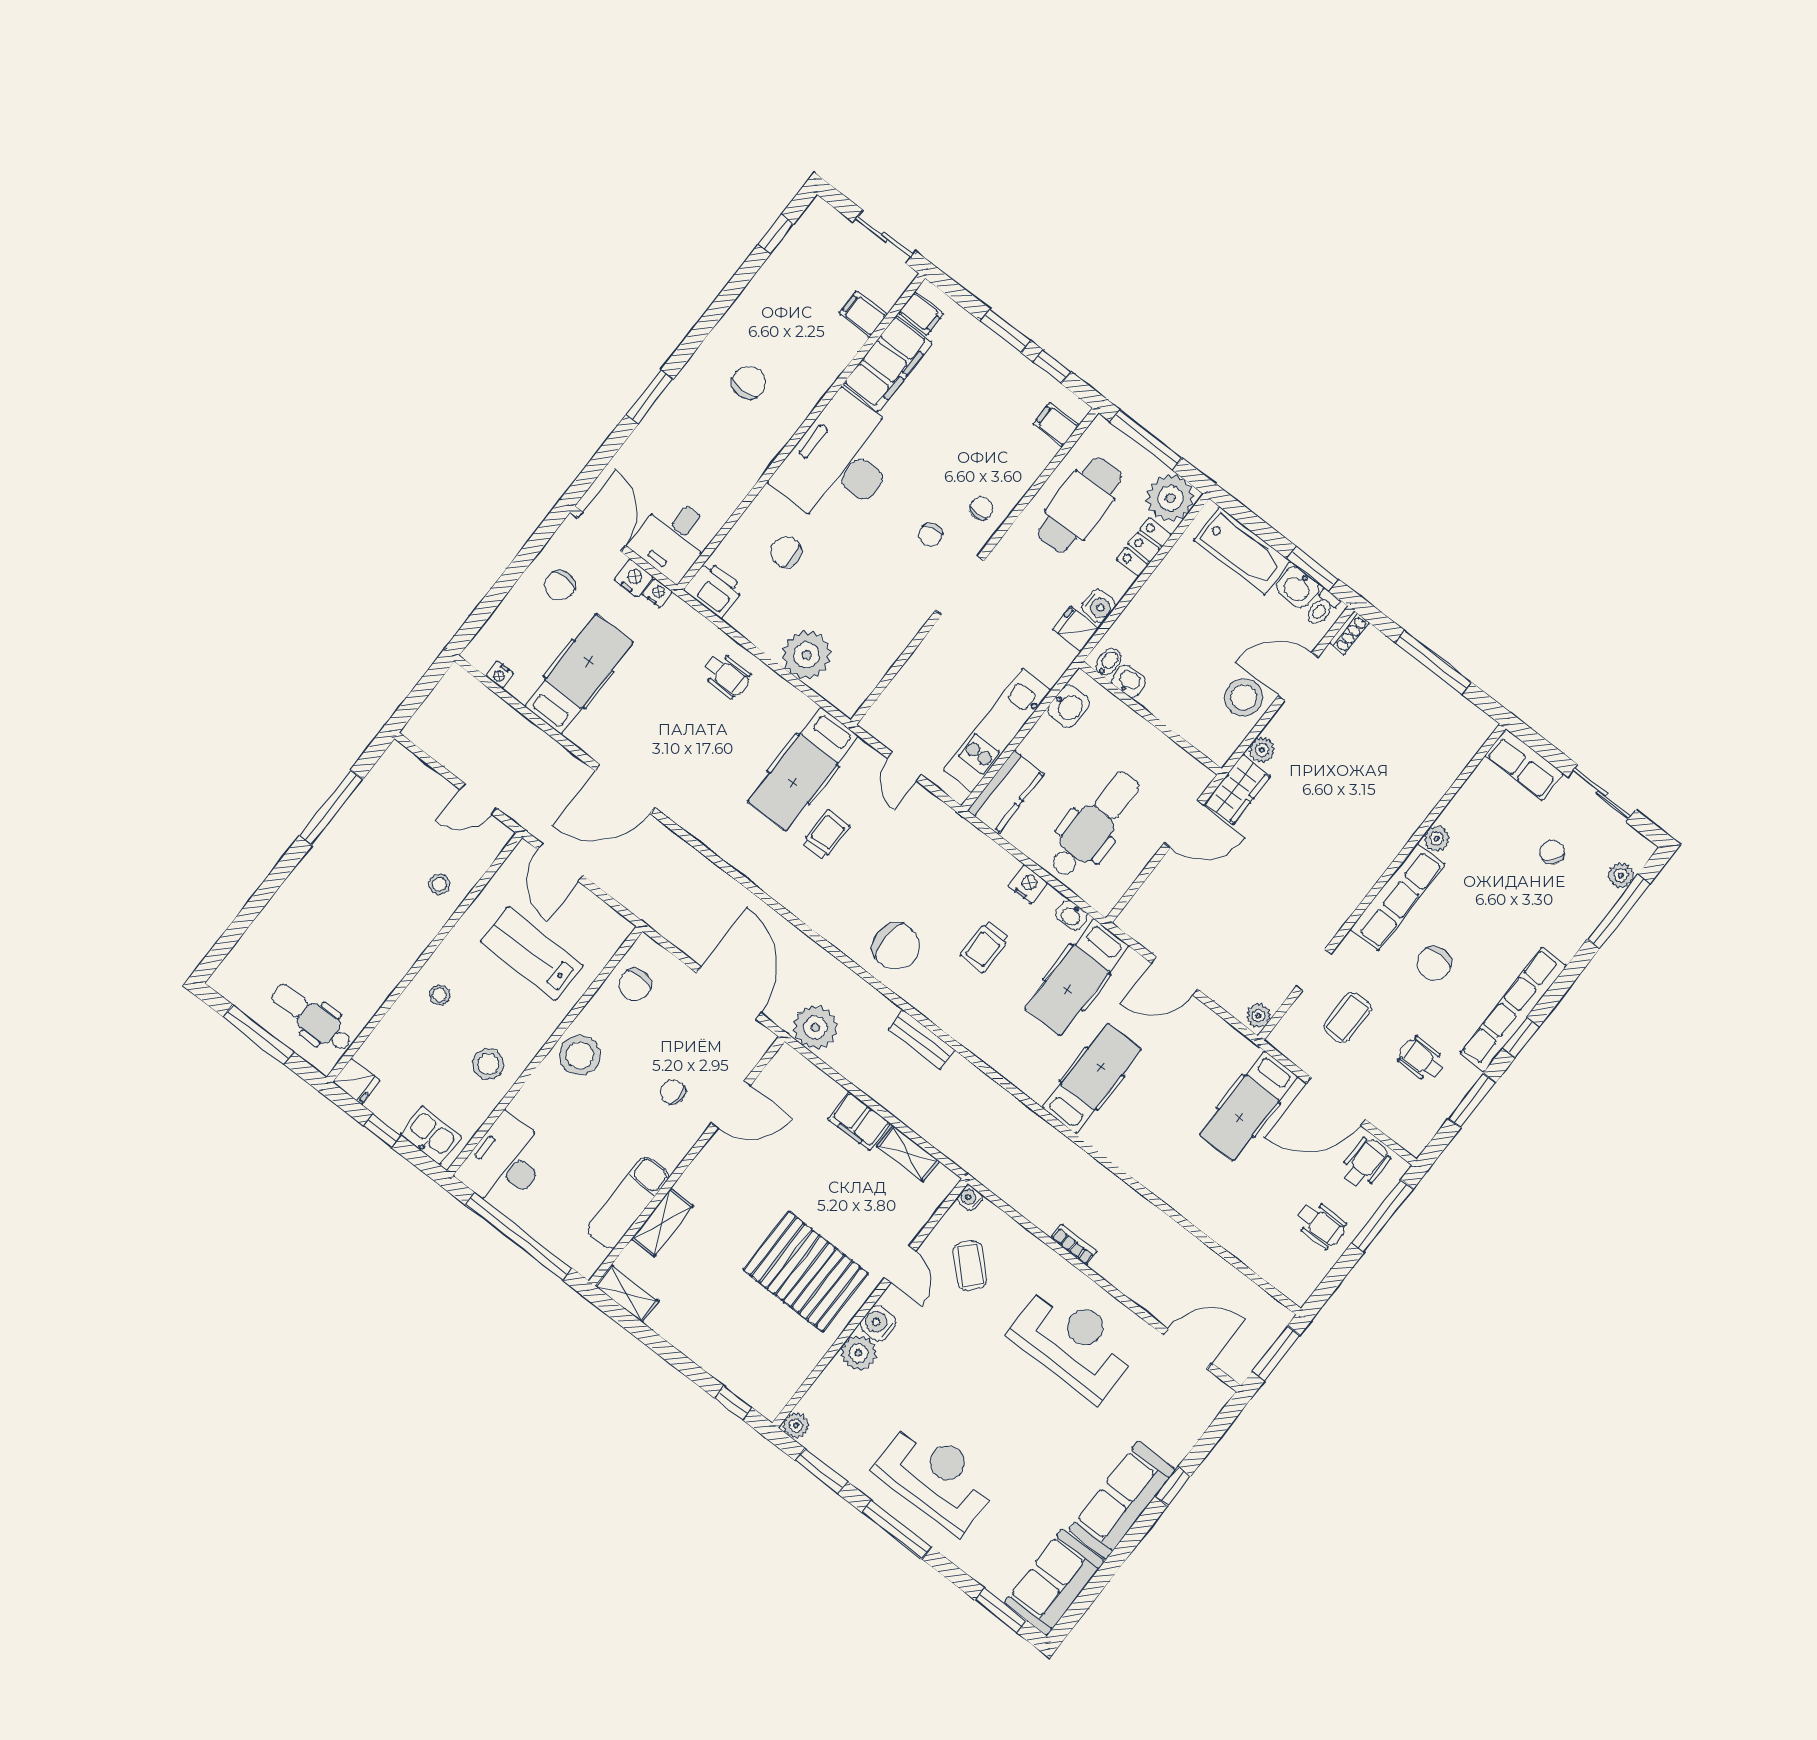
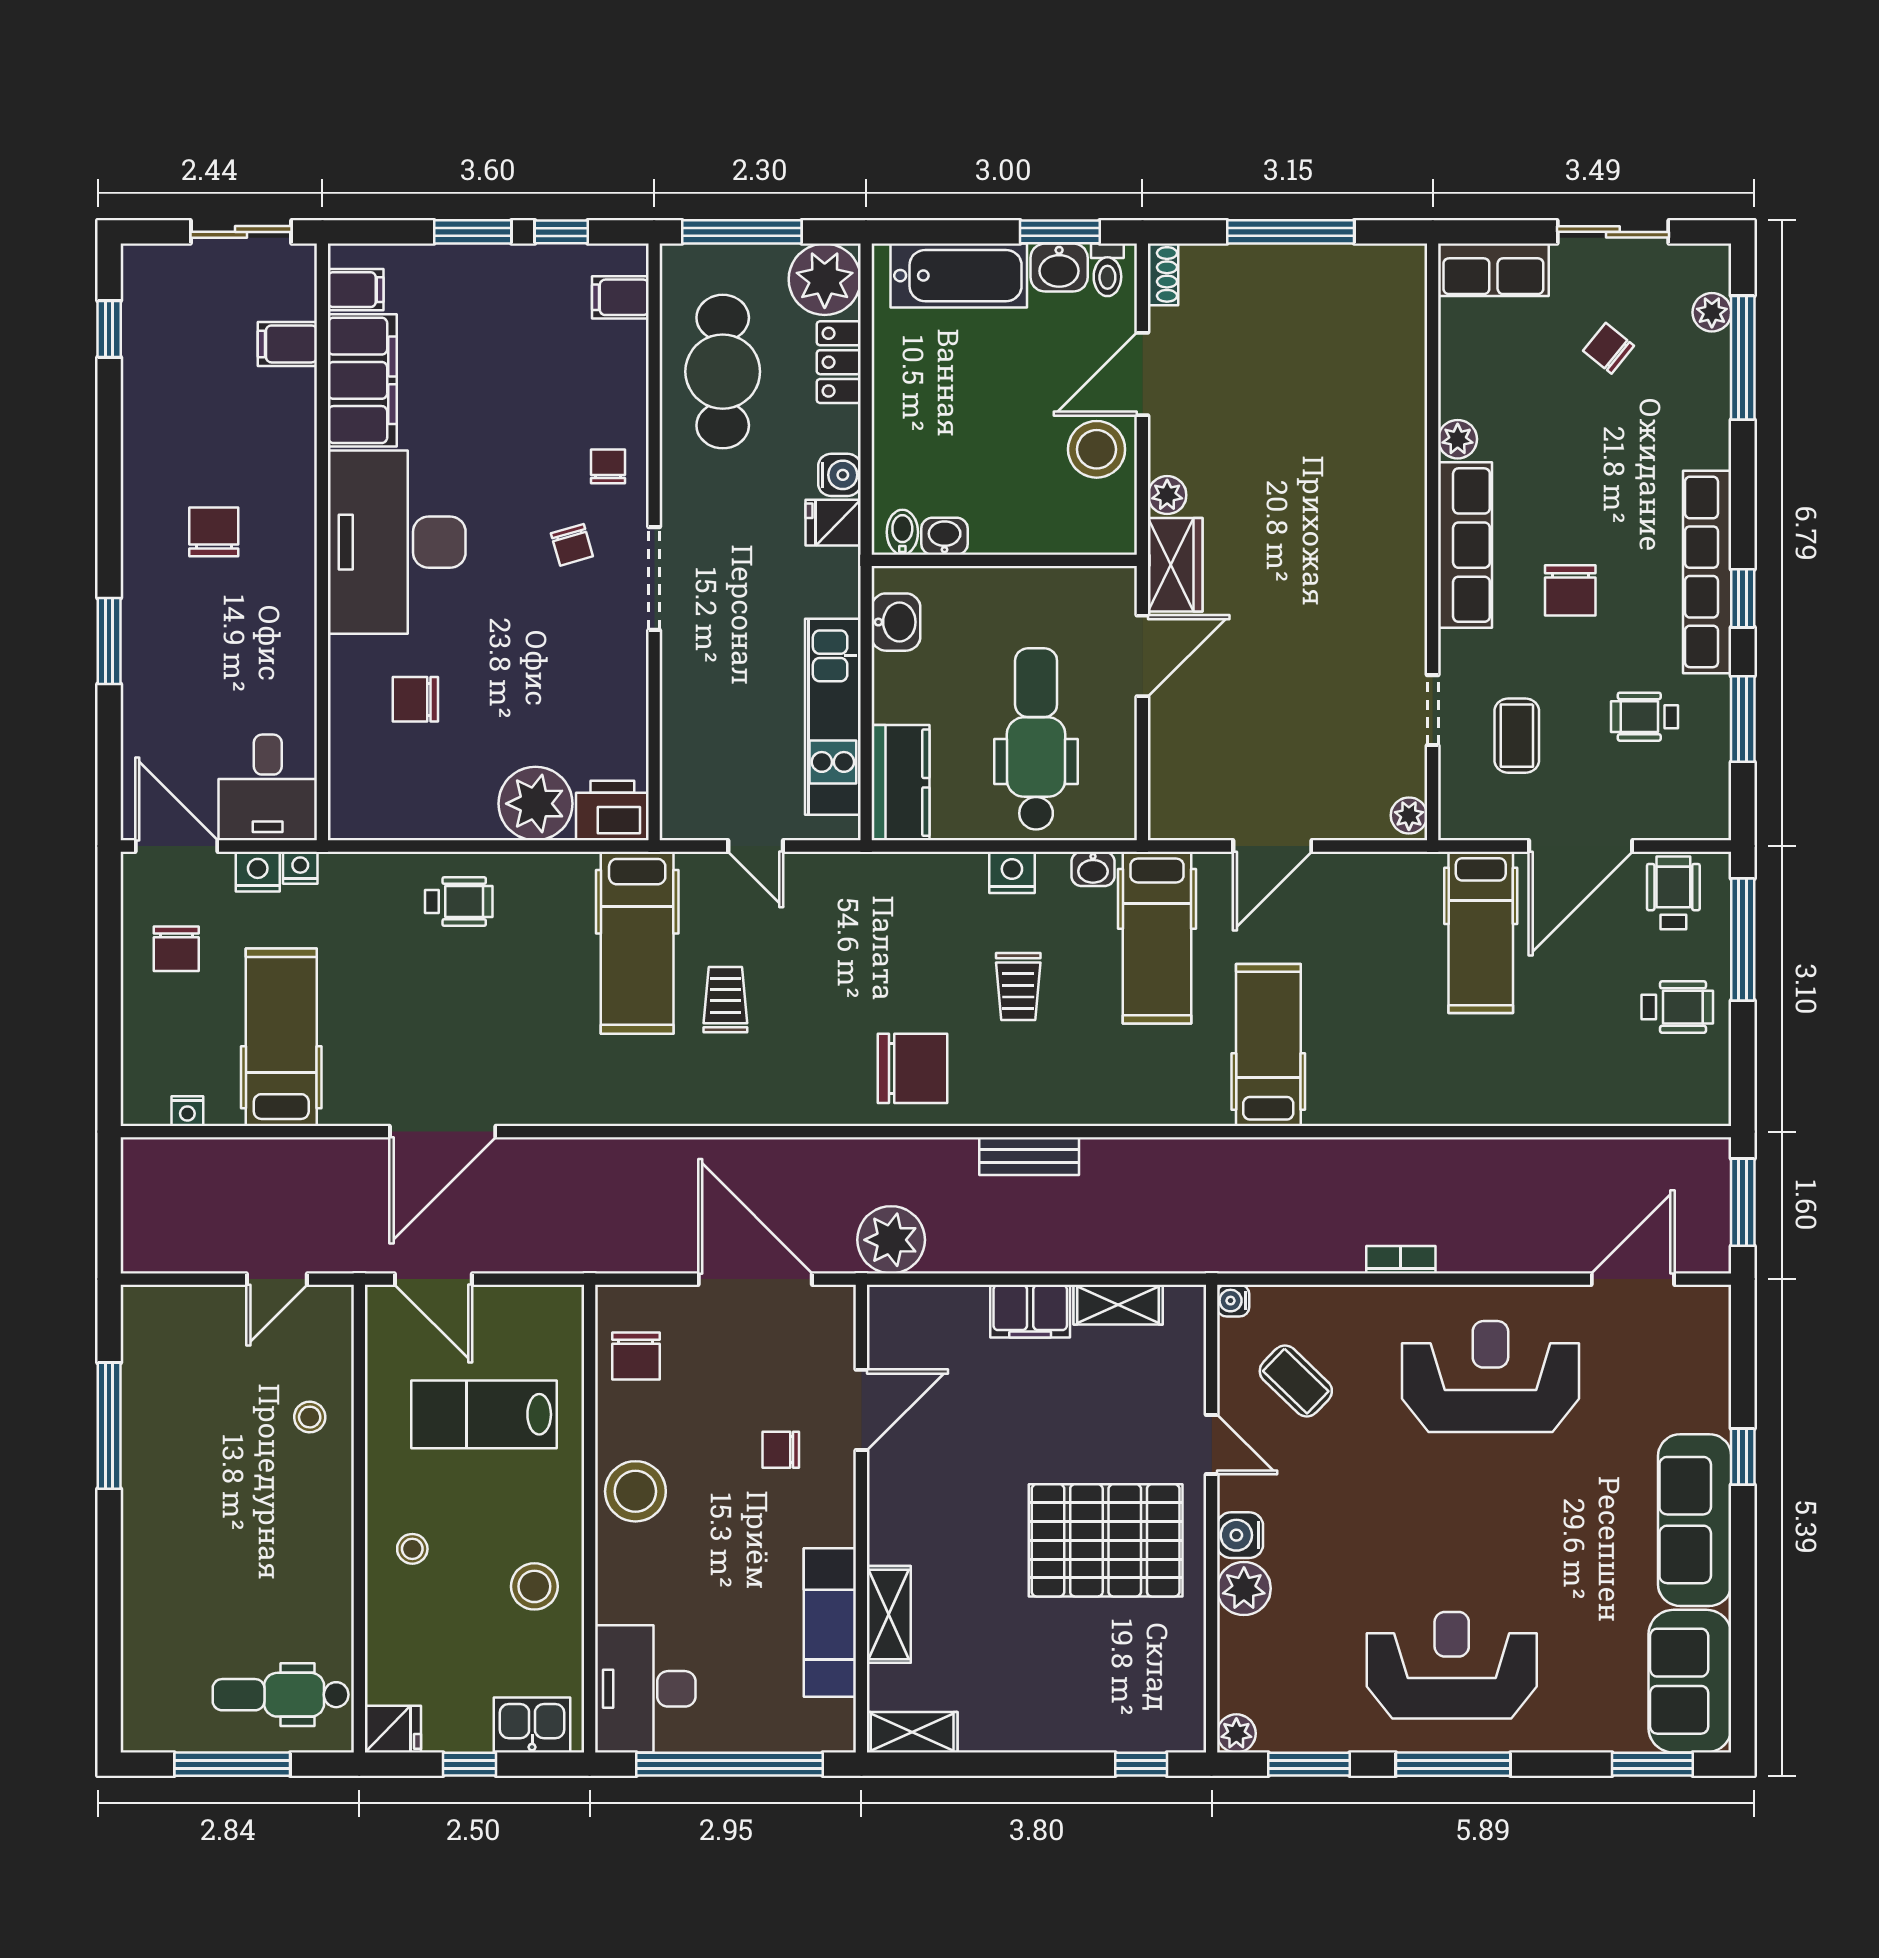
printer: (714, 589) -> (612, 811), moved

